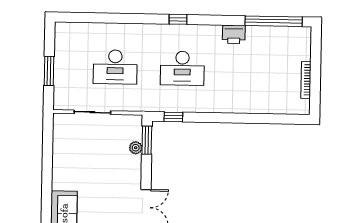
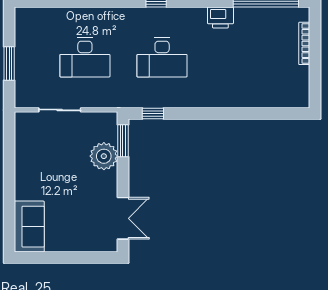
bookcase: (306, 80) -> (304, 43), moved
plant: (136, 148) -> (104, 156), width x1.87, depth x1.87

